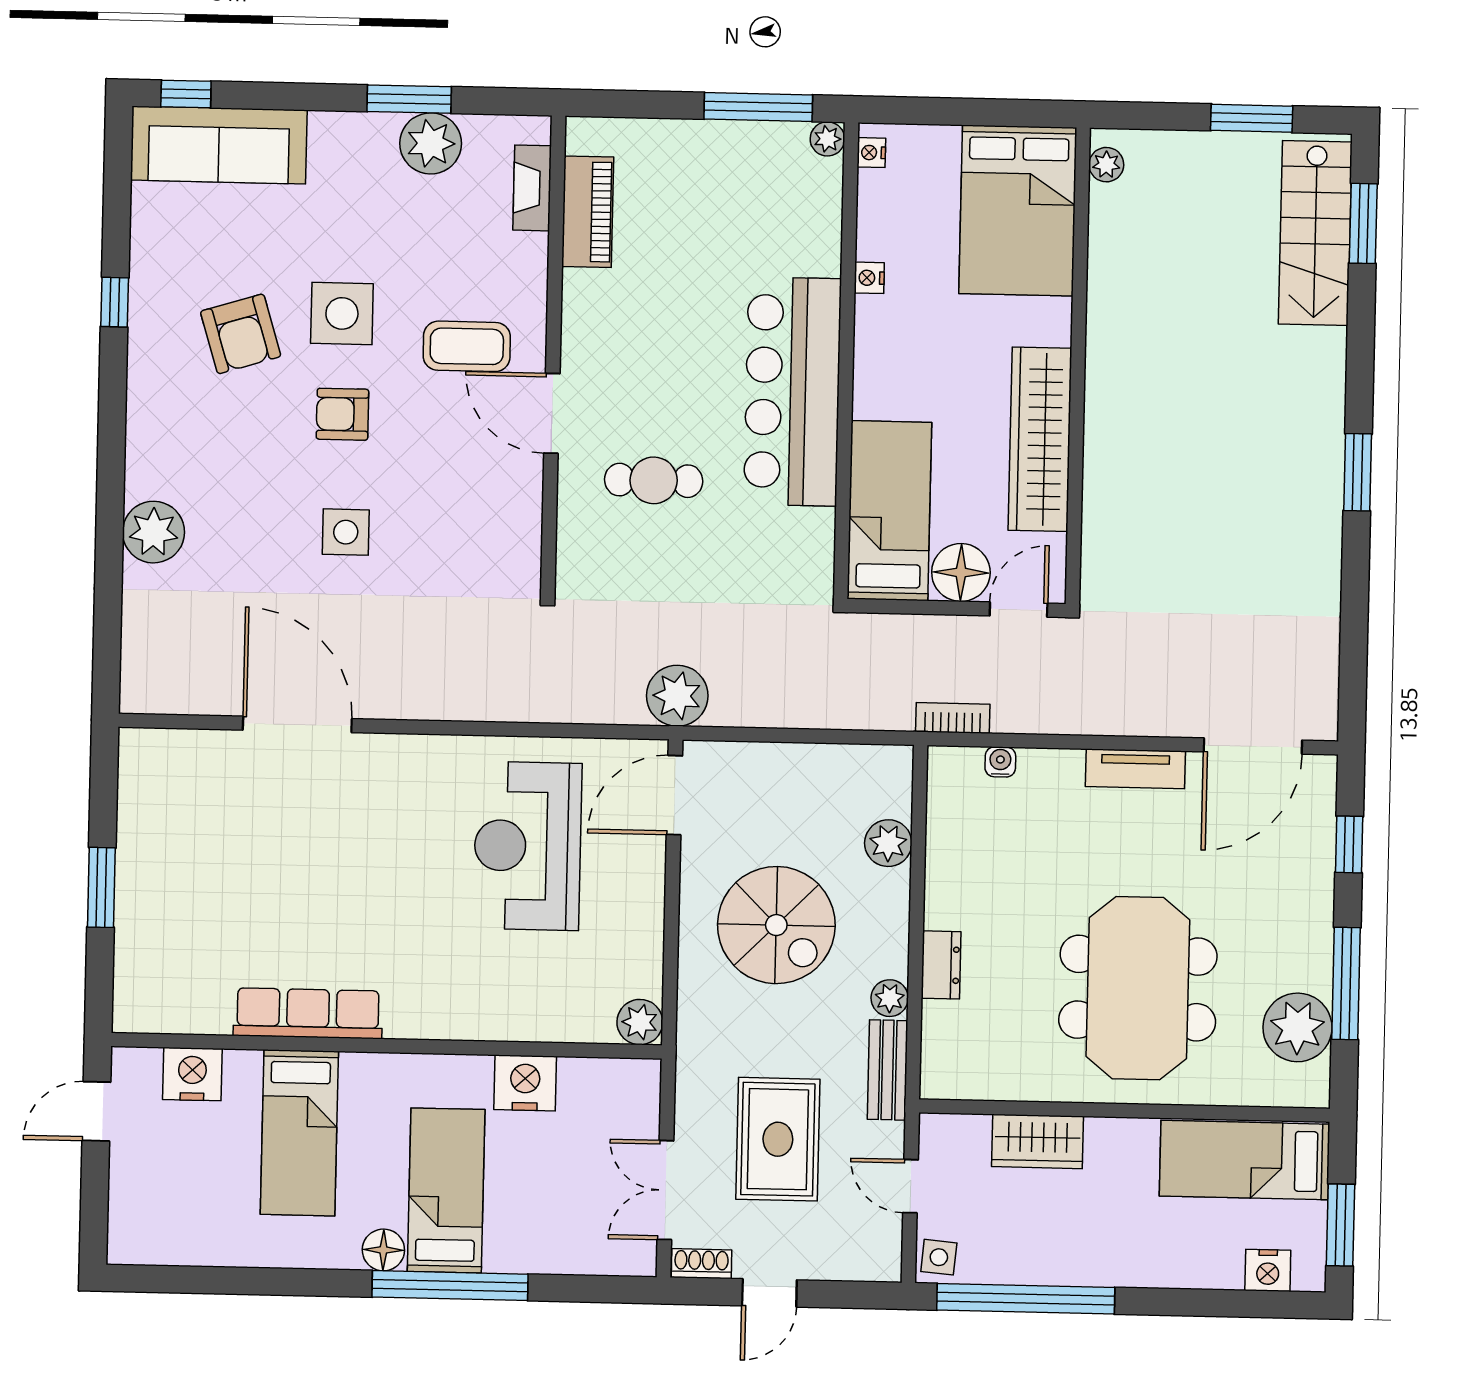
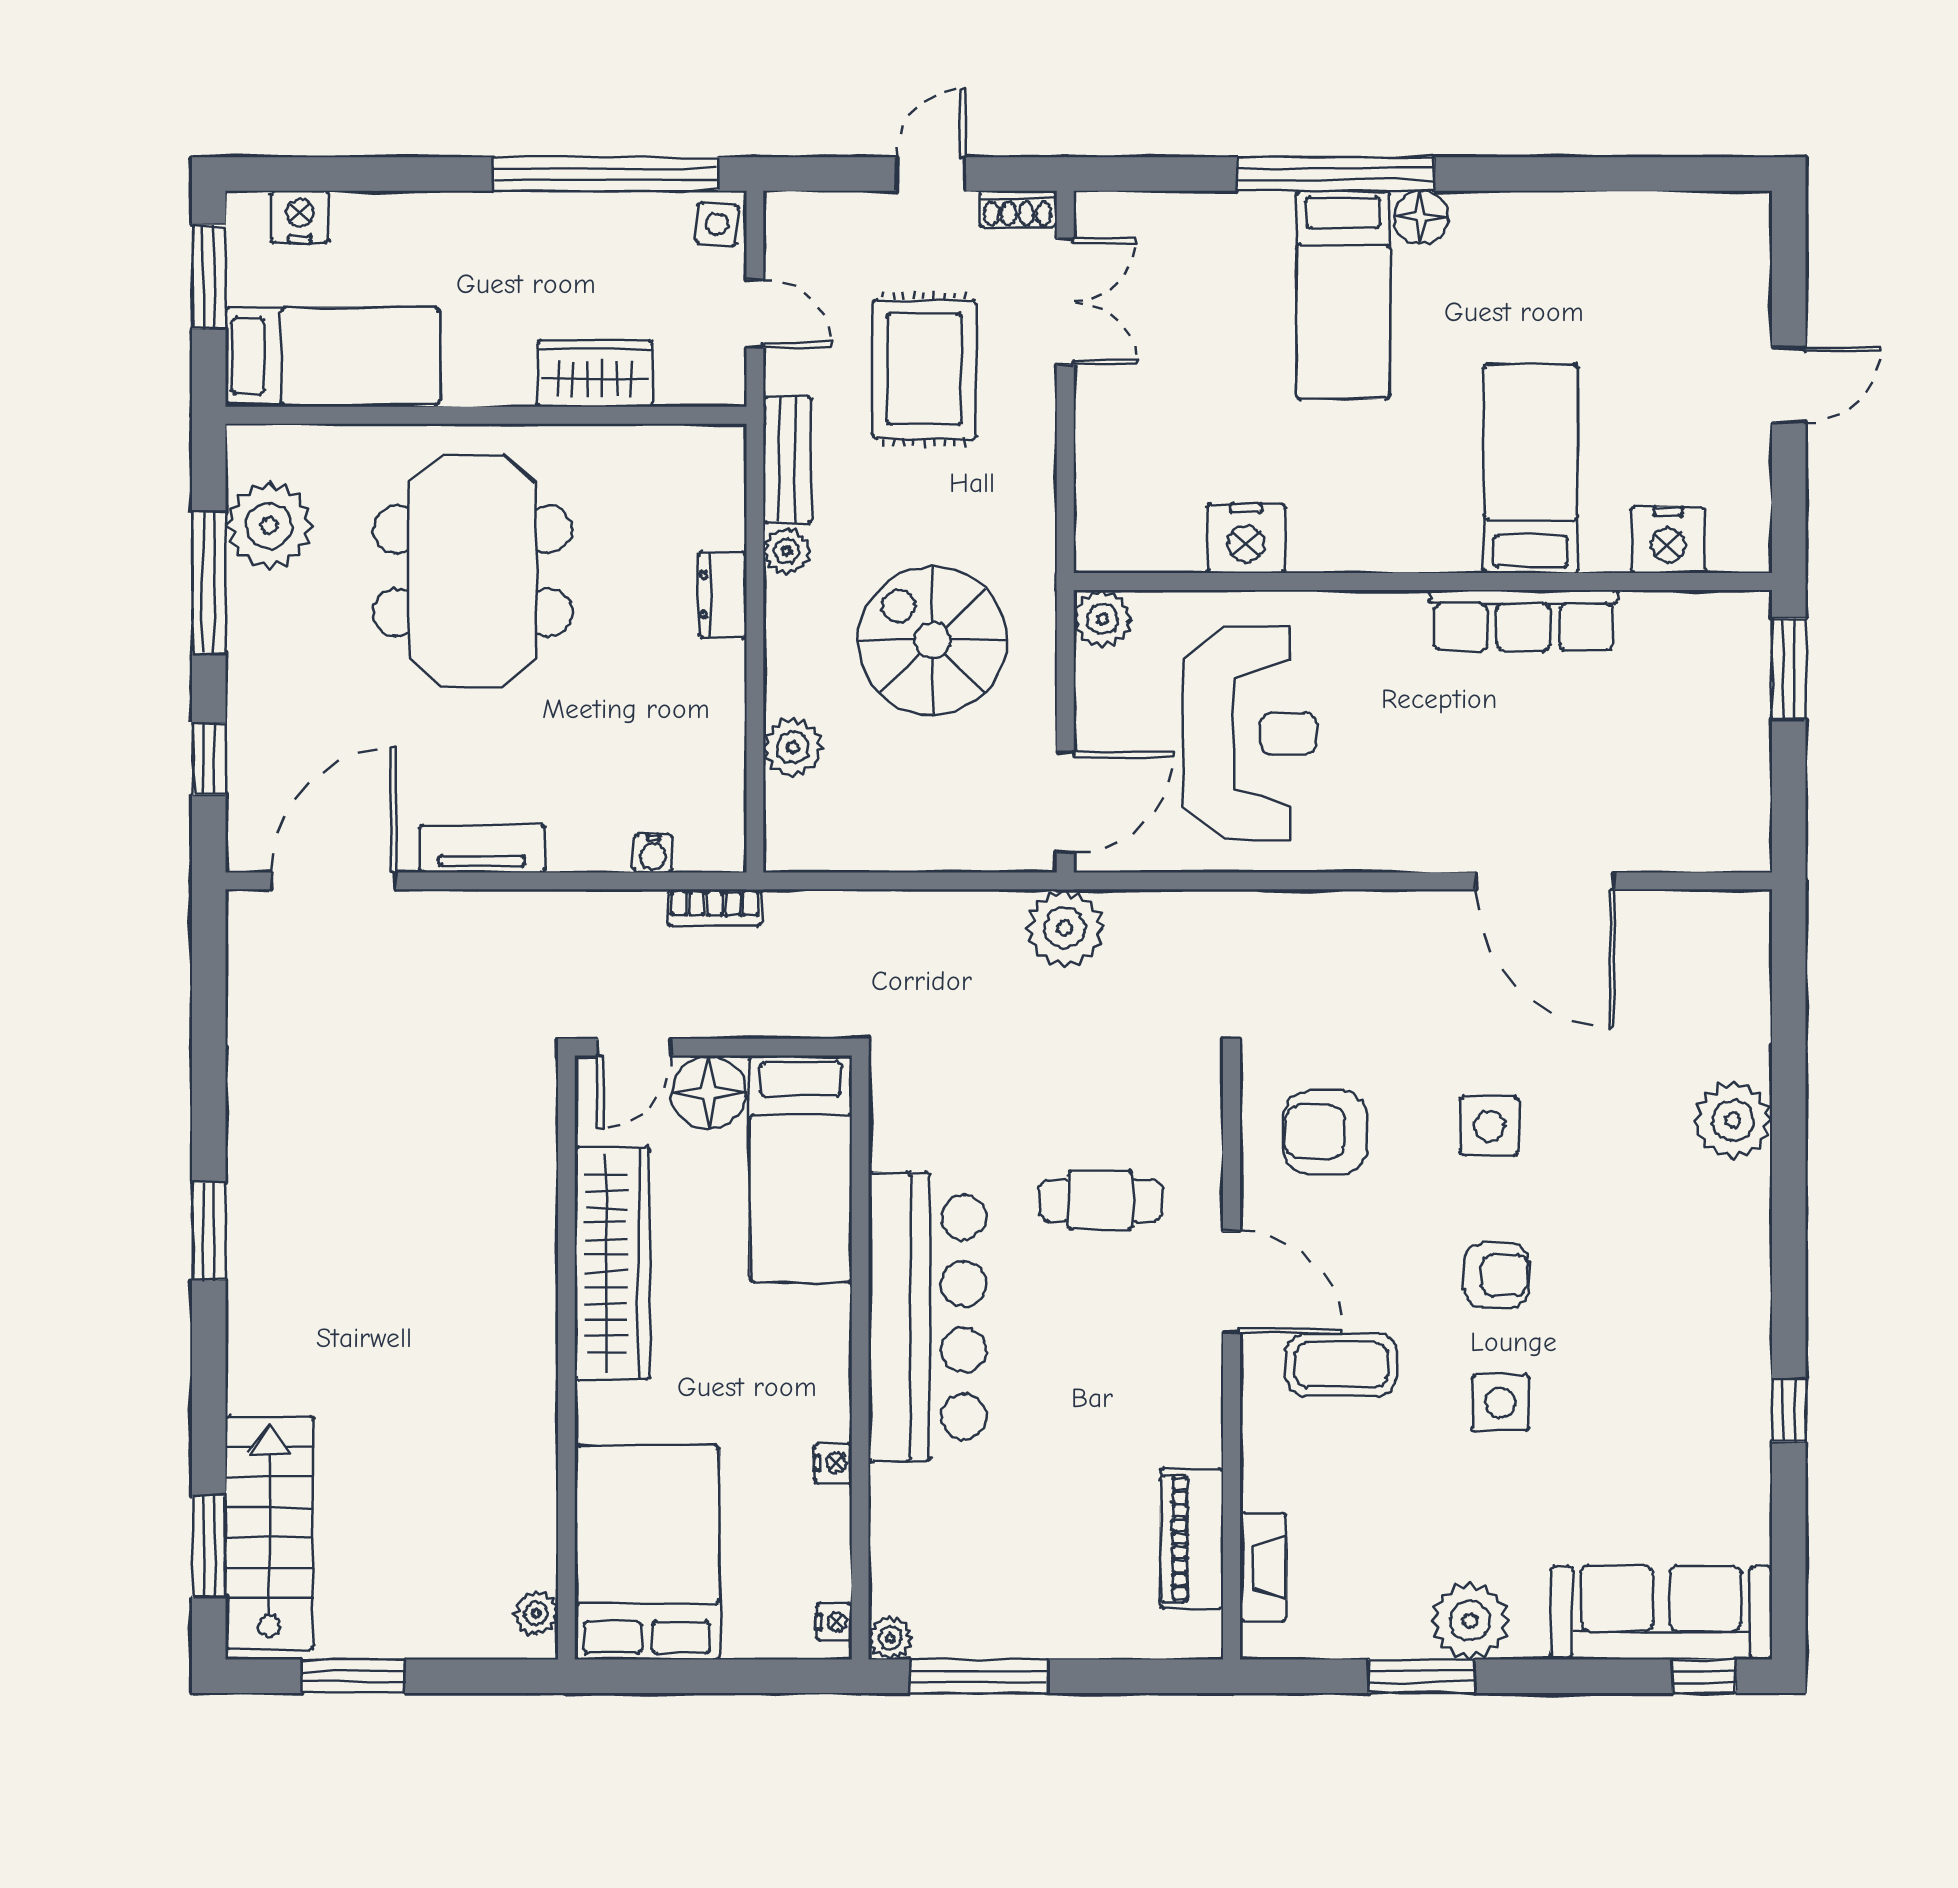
plant: (431, 143) -> (1470, 1621), moved
side table: (342, 313) -> (1500, 1403), width x0.73, depth x0.73
armchair: (241, 334) -> (1325, 1132), moved, turned -73
row of seats: (308, 1013) -> (1523, 620), moved
plant: (640, 1022) -> (1103, 619), moved
wall: (387, 1046) -> (1423, 582), moved
nightstand: (192, 1074) -> (1668, 540), moved
nightstand: (525, 1083) -> (1246, 538), moved
bed: (299, 1133) -> (1531, 469), moved

